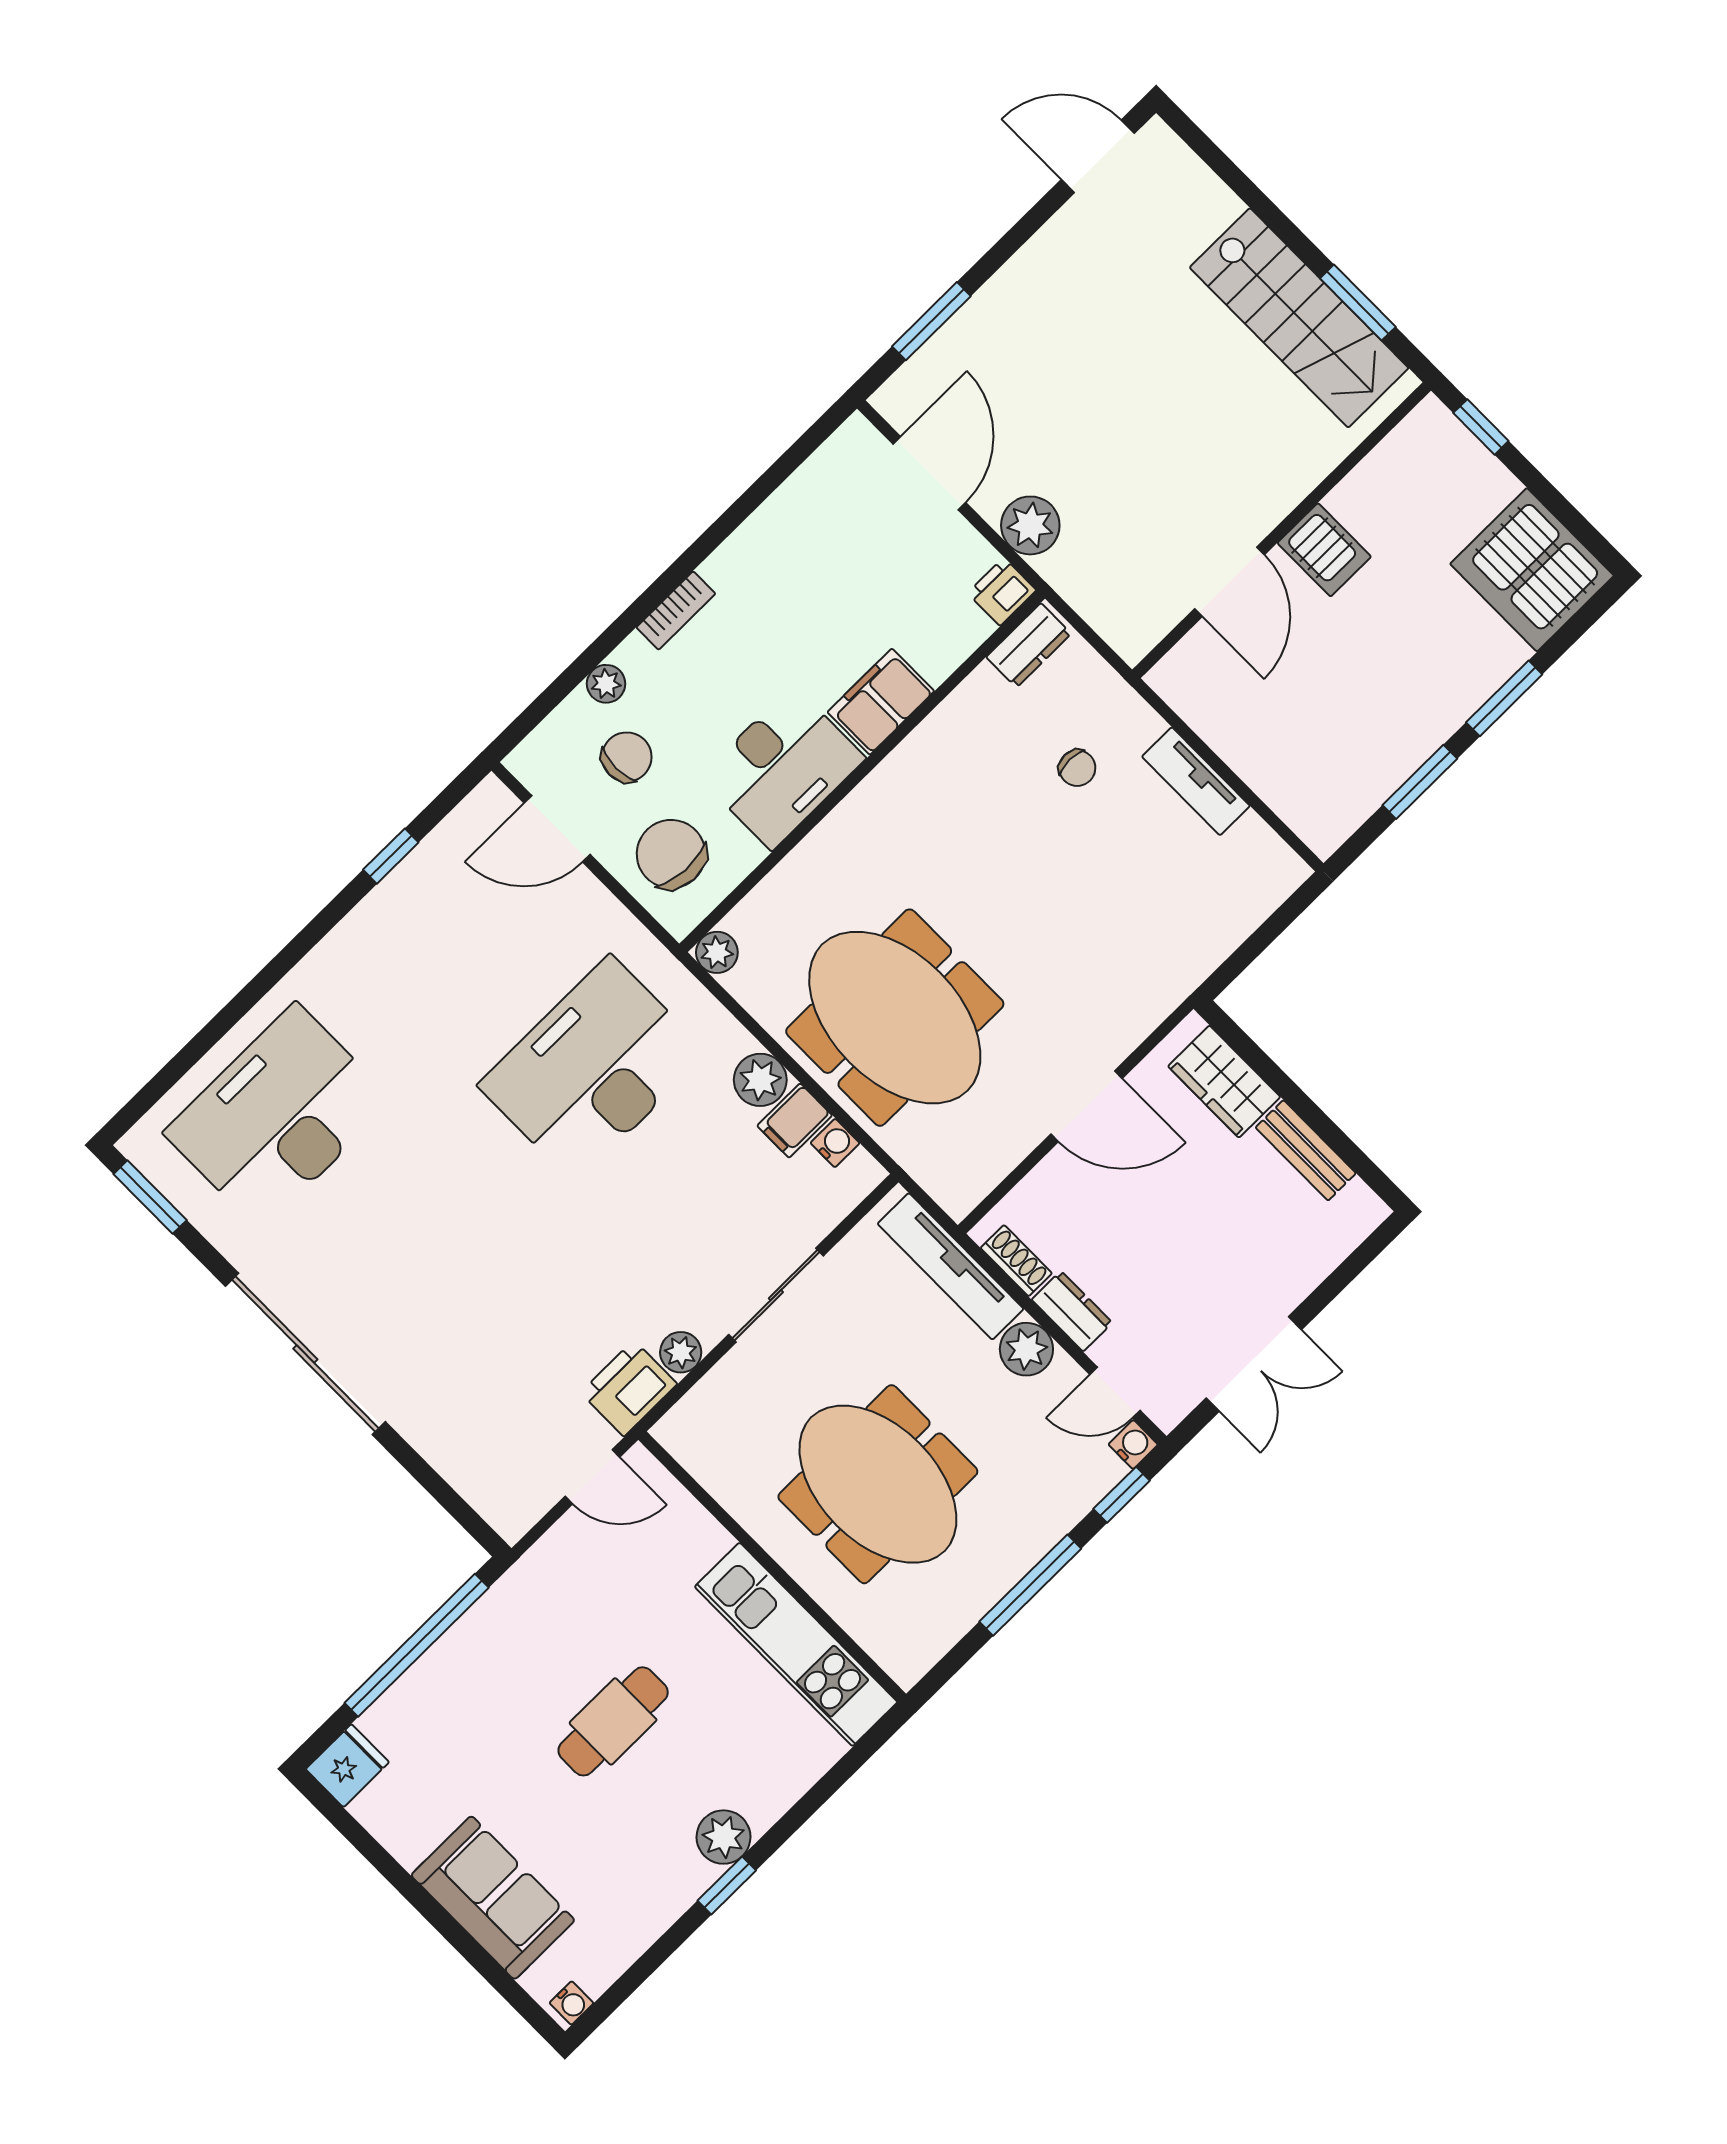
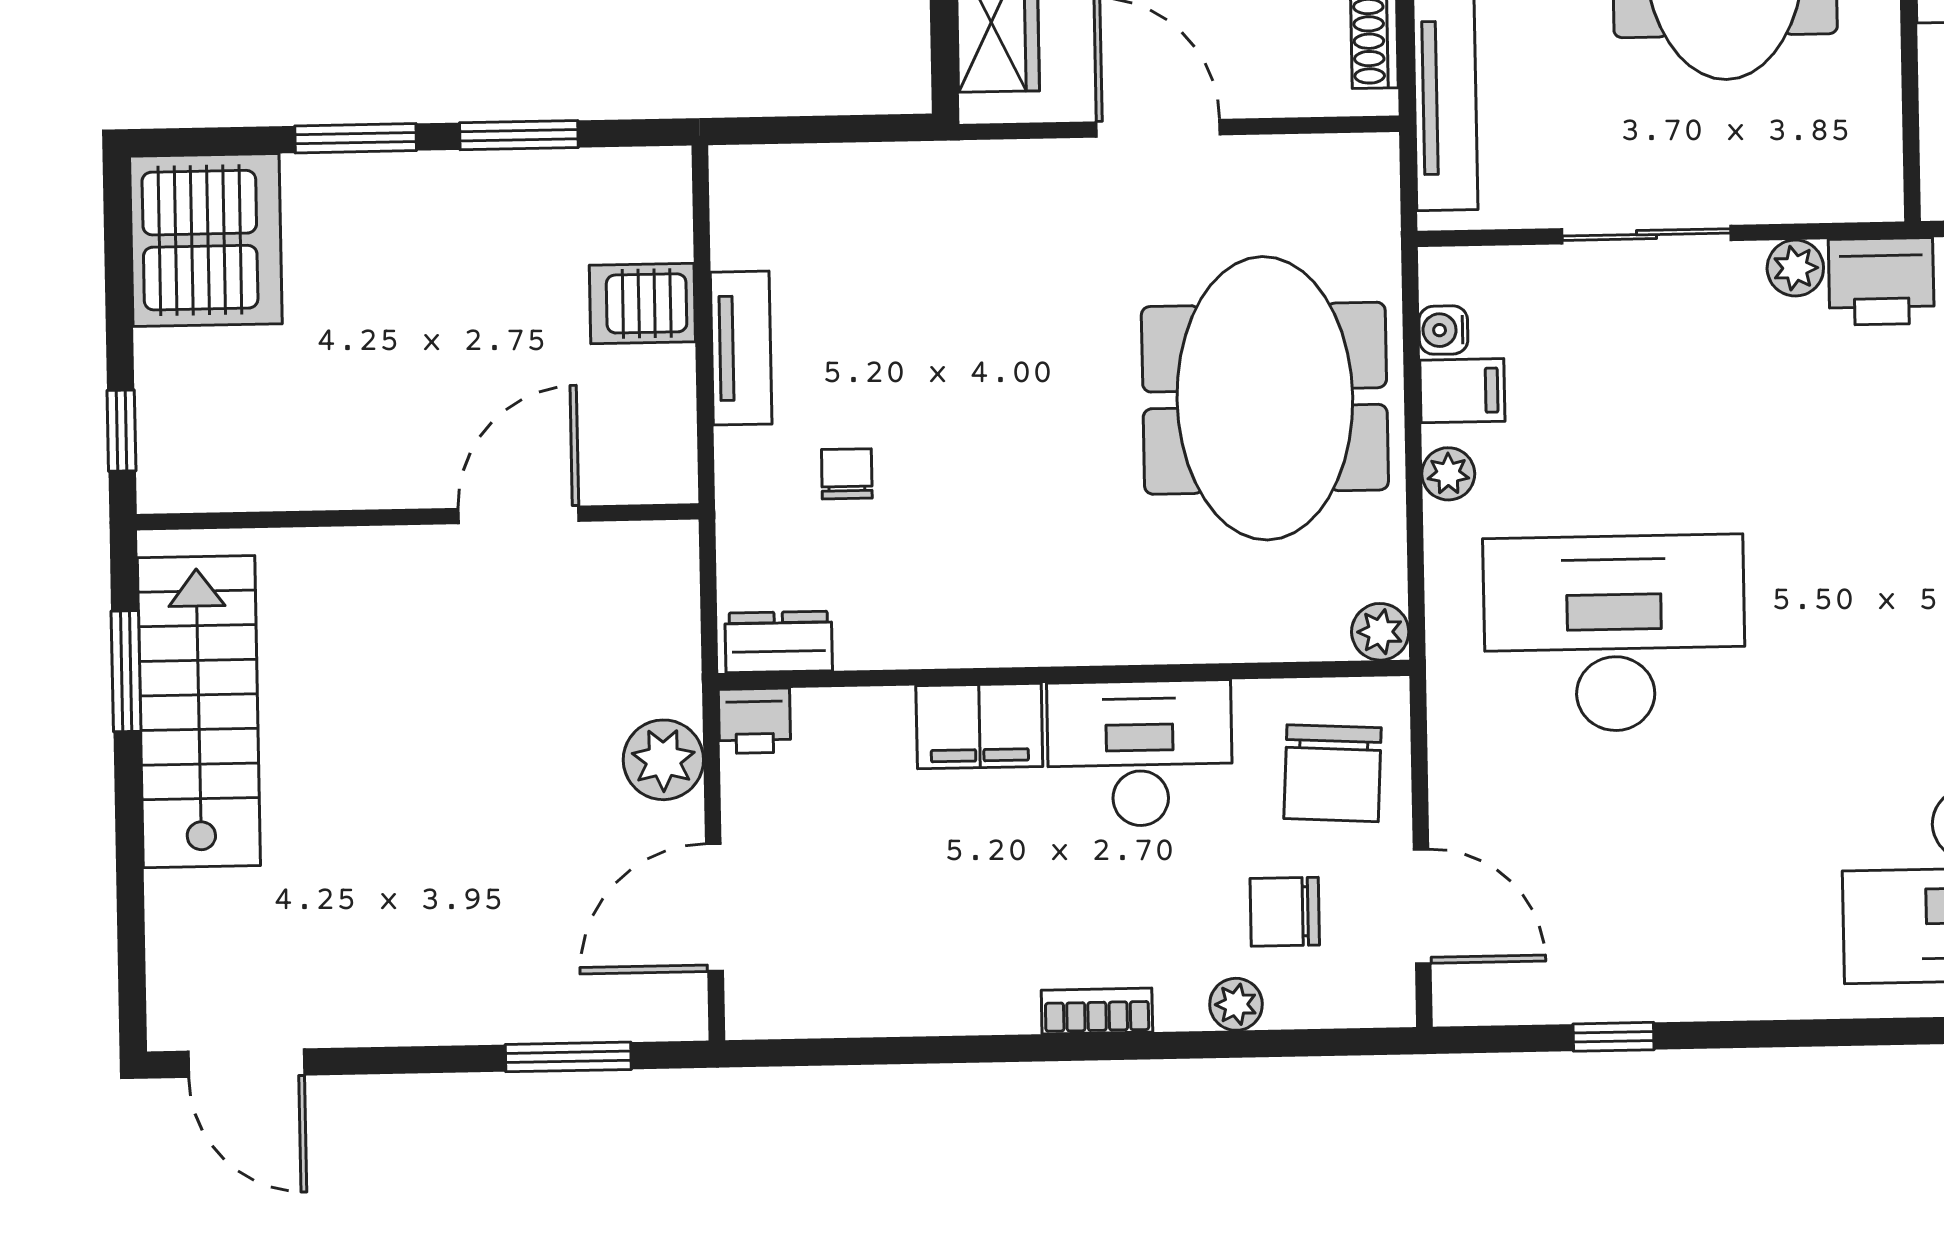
server rack: (1324, 550) -> (642, 303), moved, turned -90
desk: (593, 1069) -> (1615, 633), turned 180
plant: (760, 1080) -> (1448, 474), width x0.73, depth x0.73

